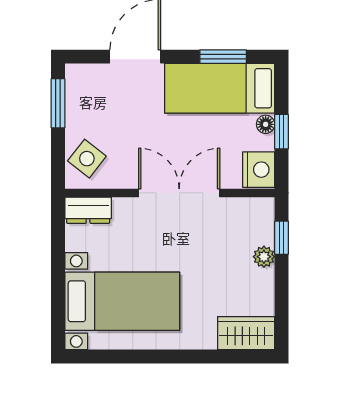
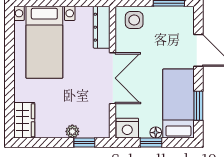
side table: (87, 159) -> (134, 20), turned -38
dresser: (88, 210) -> (102, 27), width x1.44

